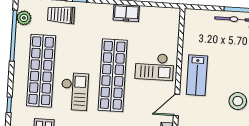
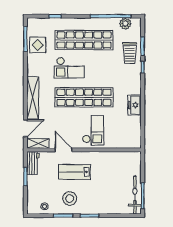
trolley: (61, 15) -> (130, 53), turned 180
checkout: (154, 67) -> (93, 130), turned 180
lab bench: (197, 75) -> (75, 172), moved

